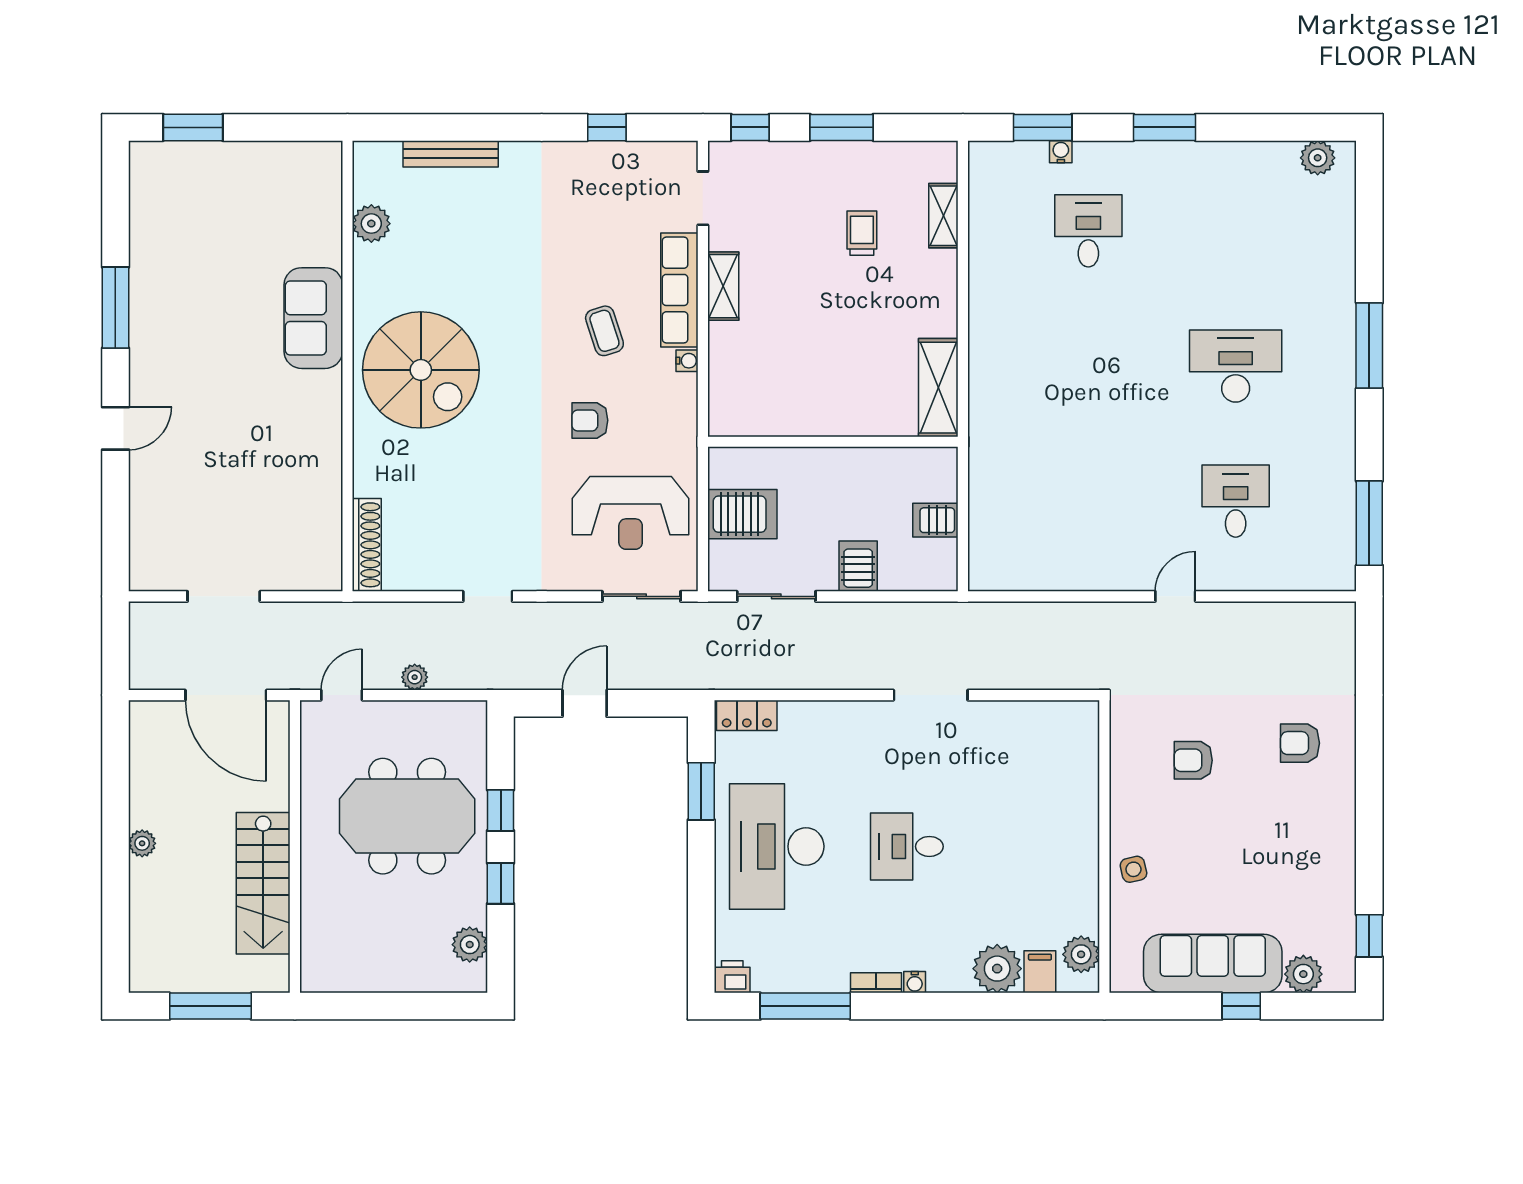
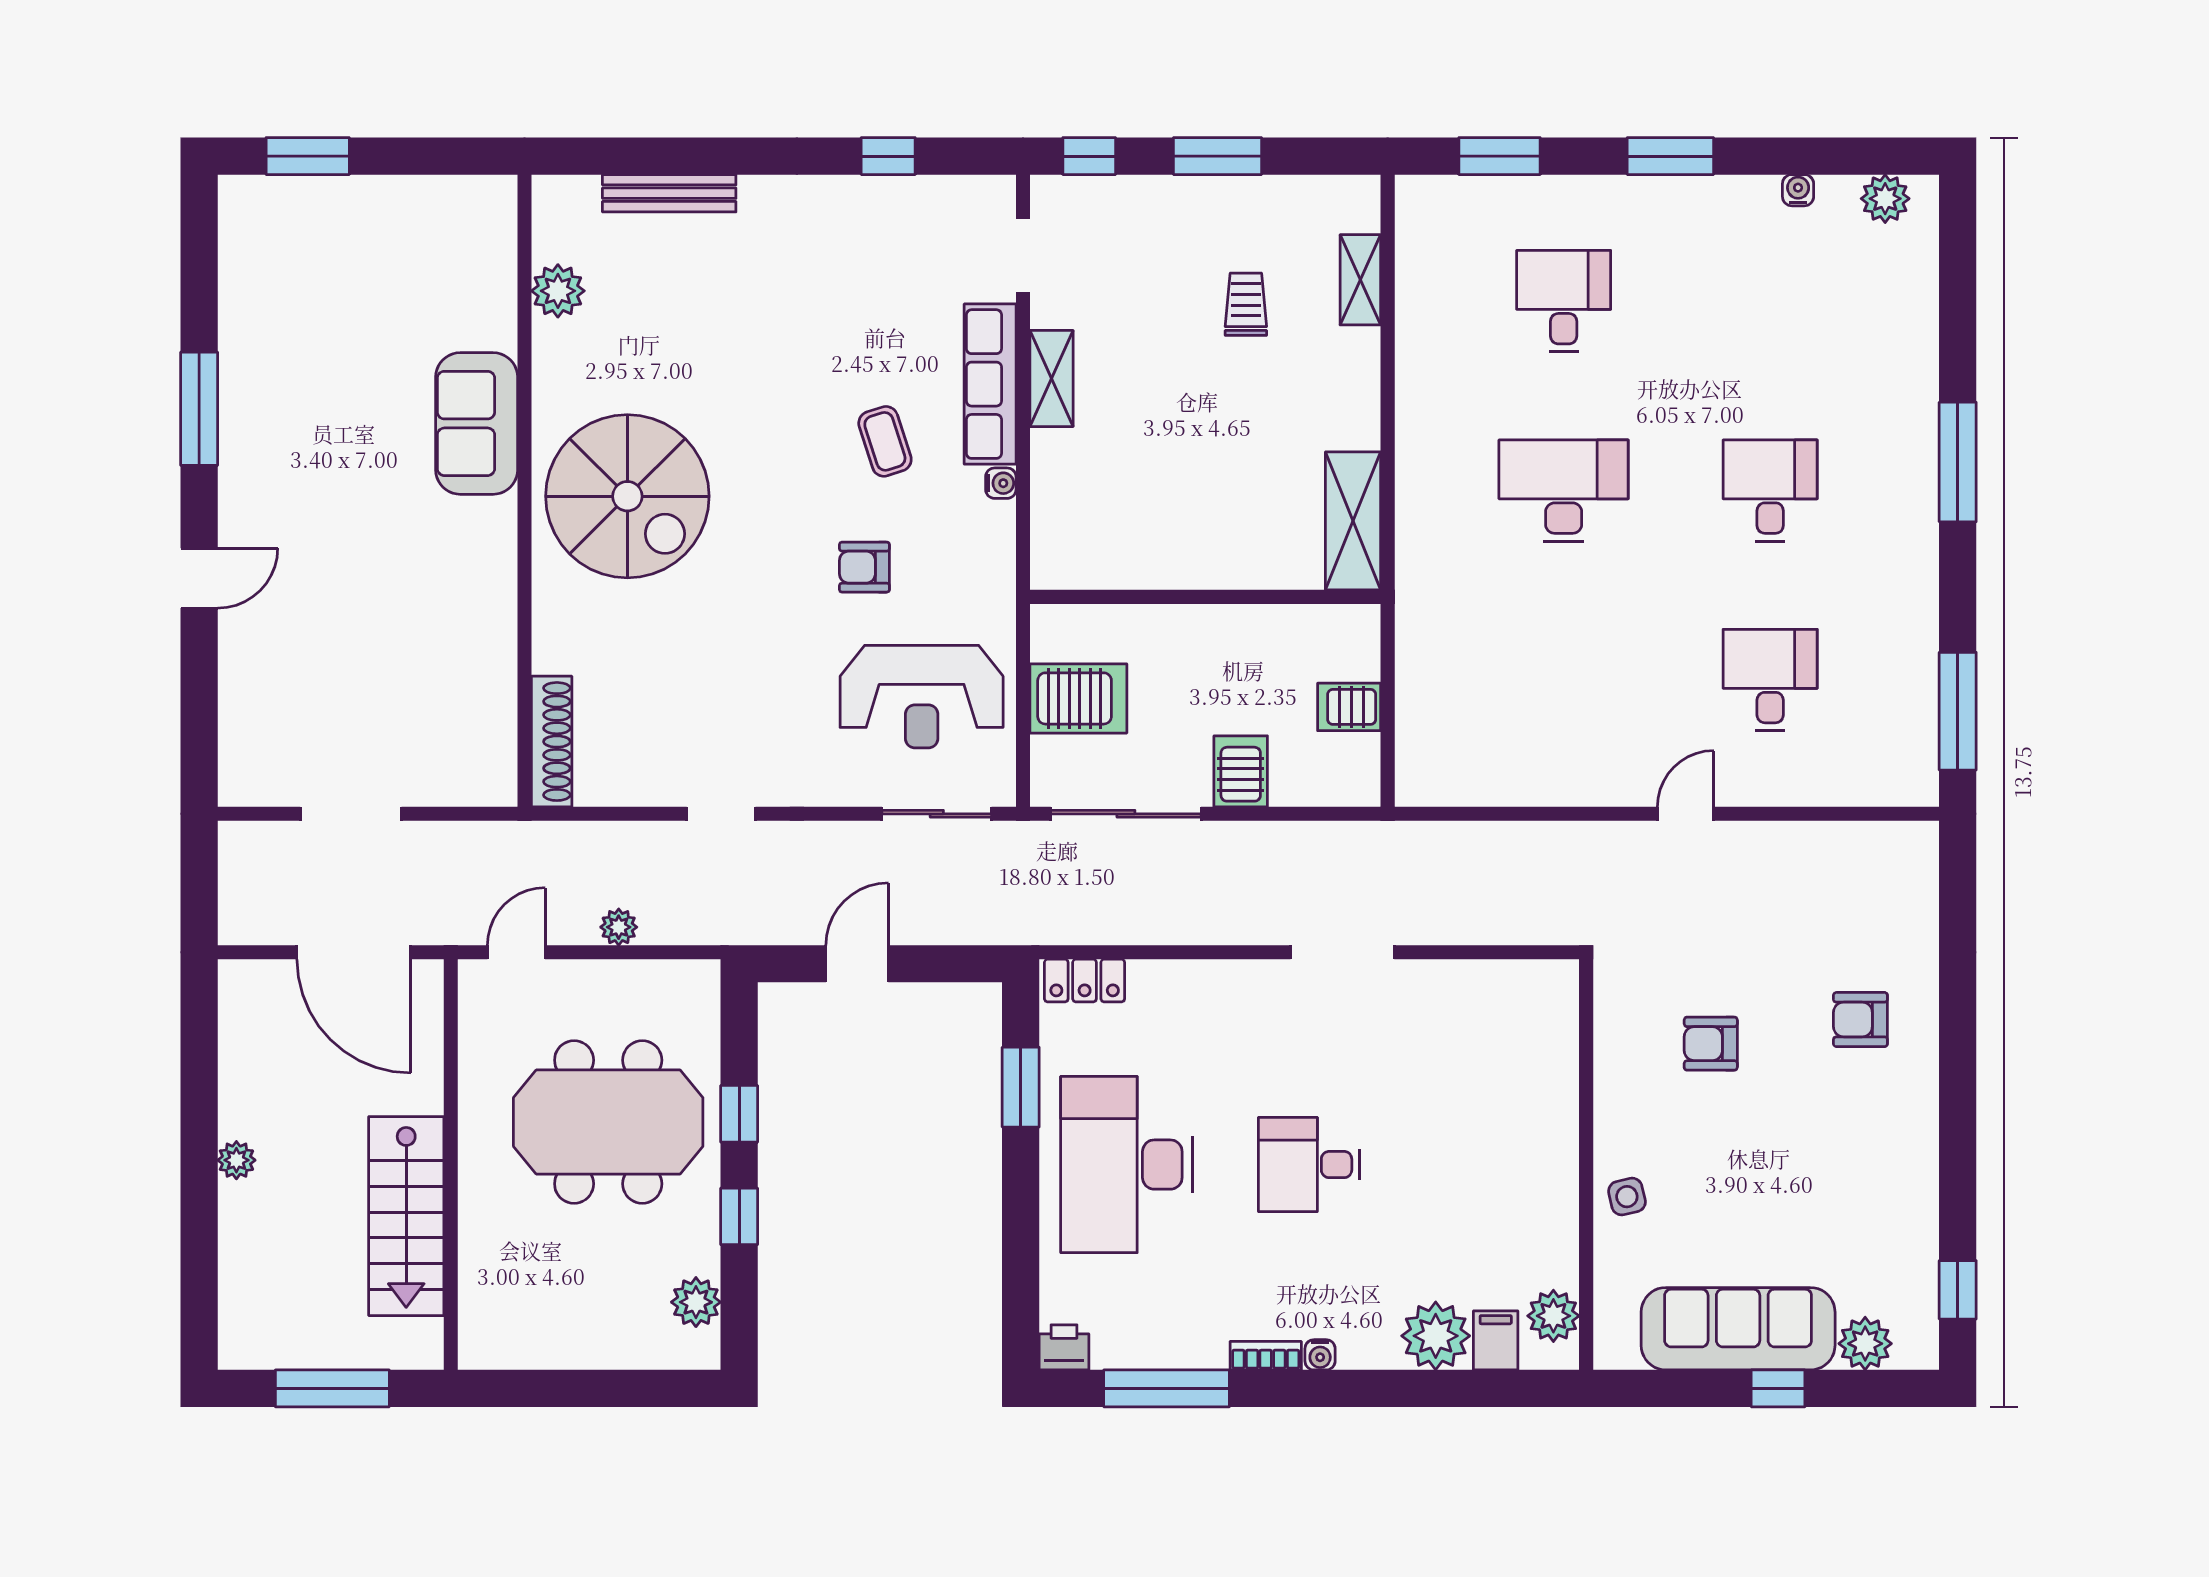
water cooler: (1061, 152) -> (1798, 190), moved
desk: (1088, 366) -> (1564, 491), added
desk: (1236, 366) -> (1770, 491), width x0.73
sliding door: (776, 596) -> (1126, 814), width x1.37

